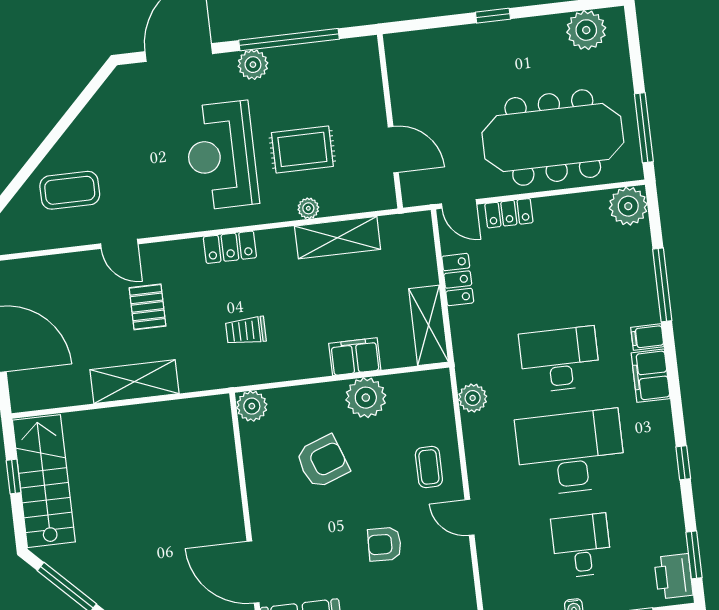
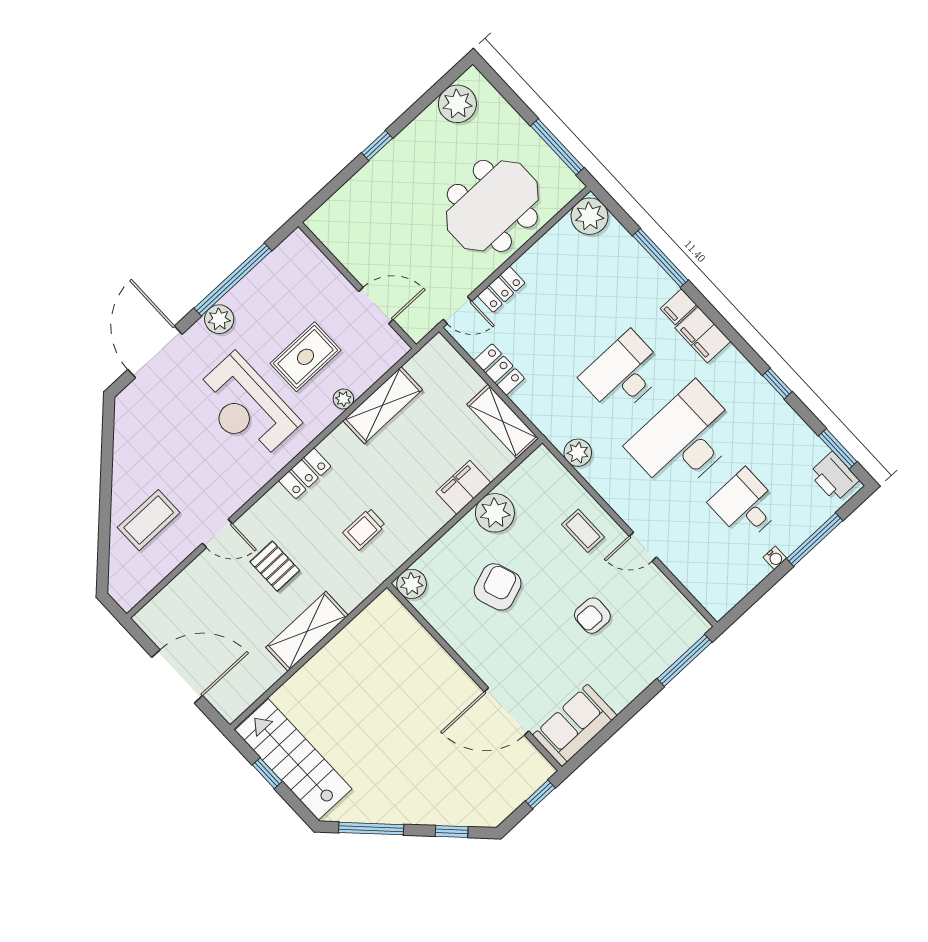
meeting table: (553, 138) -> (492, 206), width x0.73

